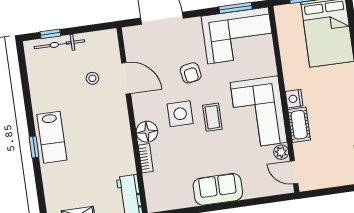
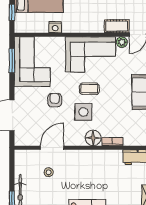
armchair: (191, 73) -> (55, 100), turned -81
nightstand: (294, 99) -> (55, 27), moved
cot: (299, 125) -> (117, 26), moved

